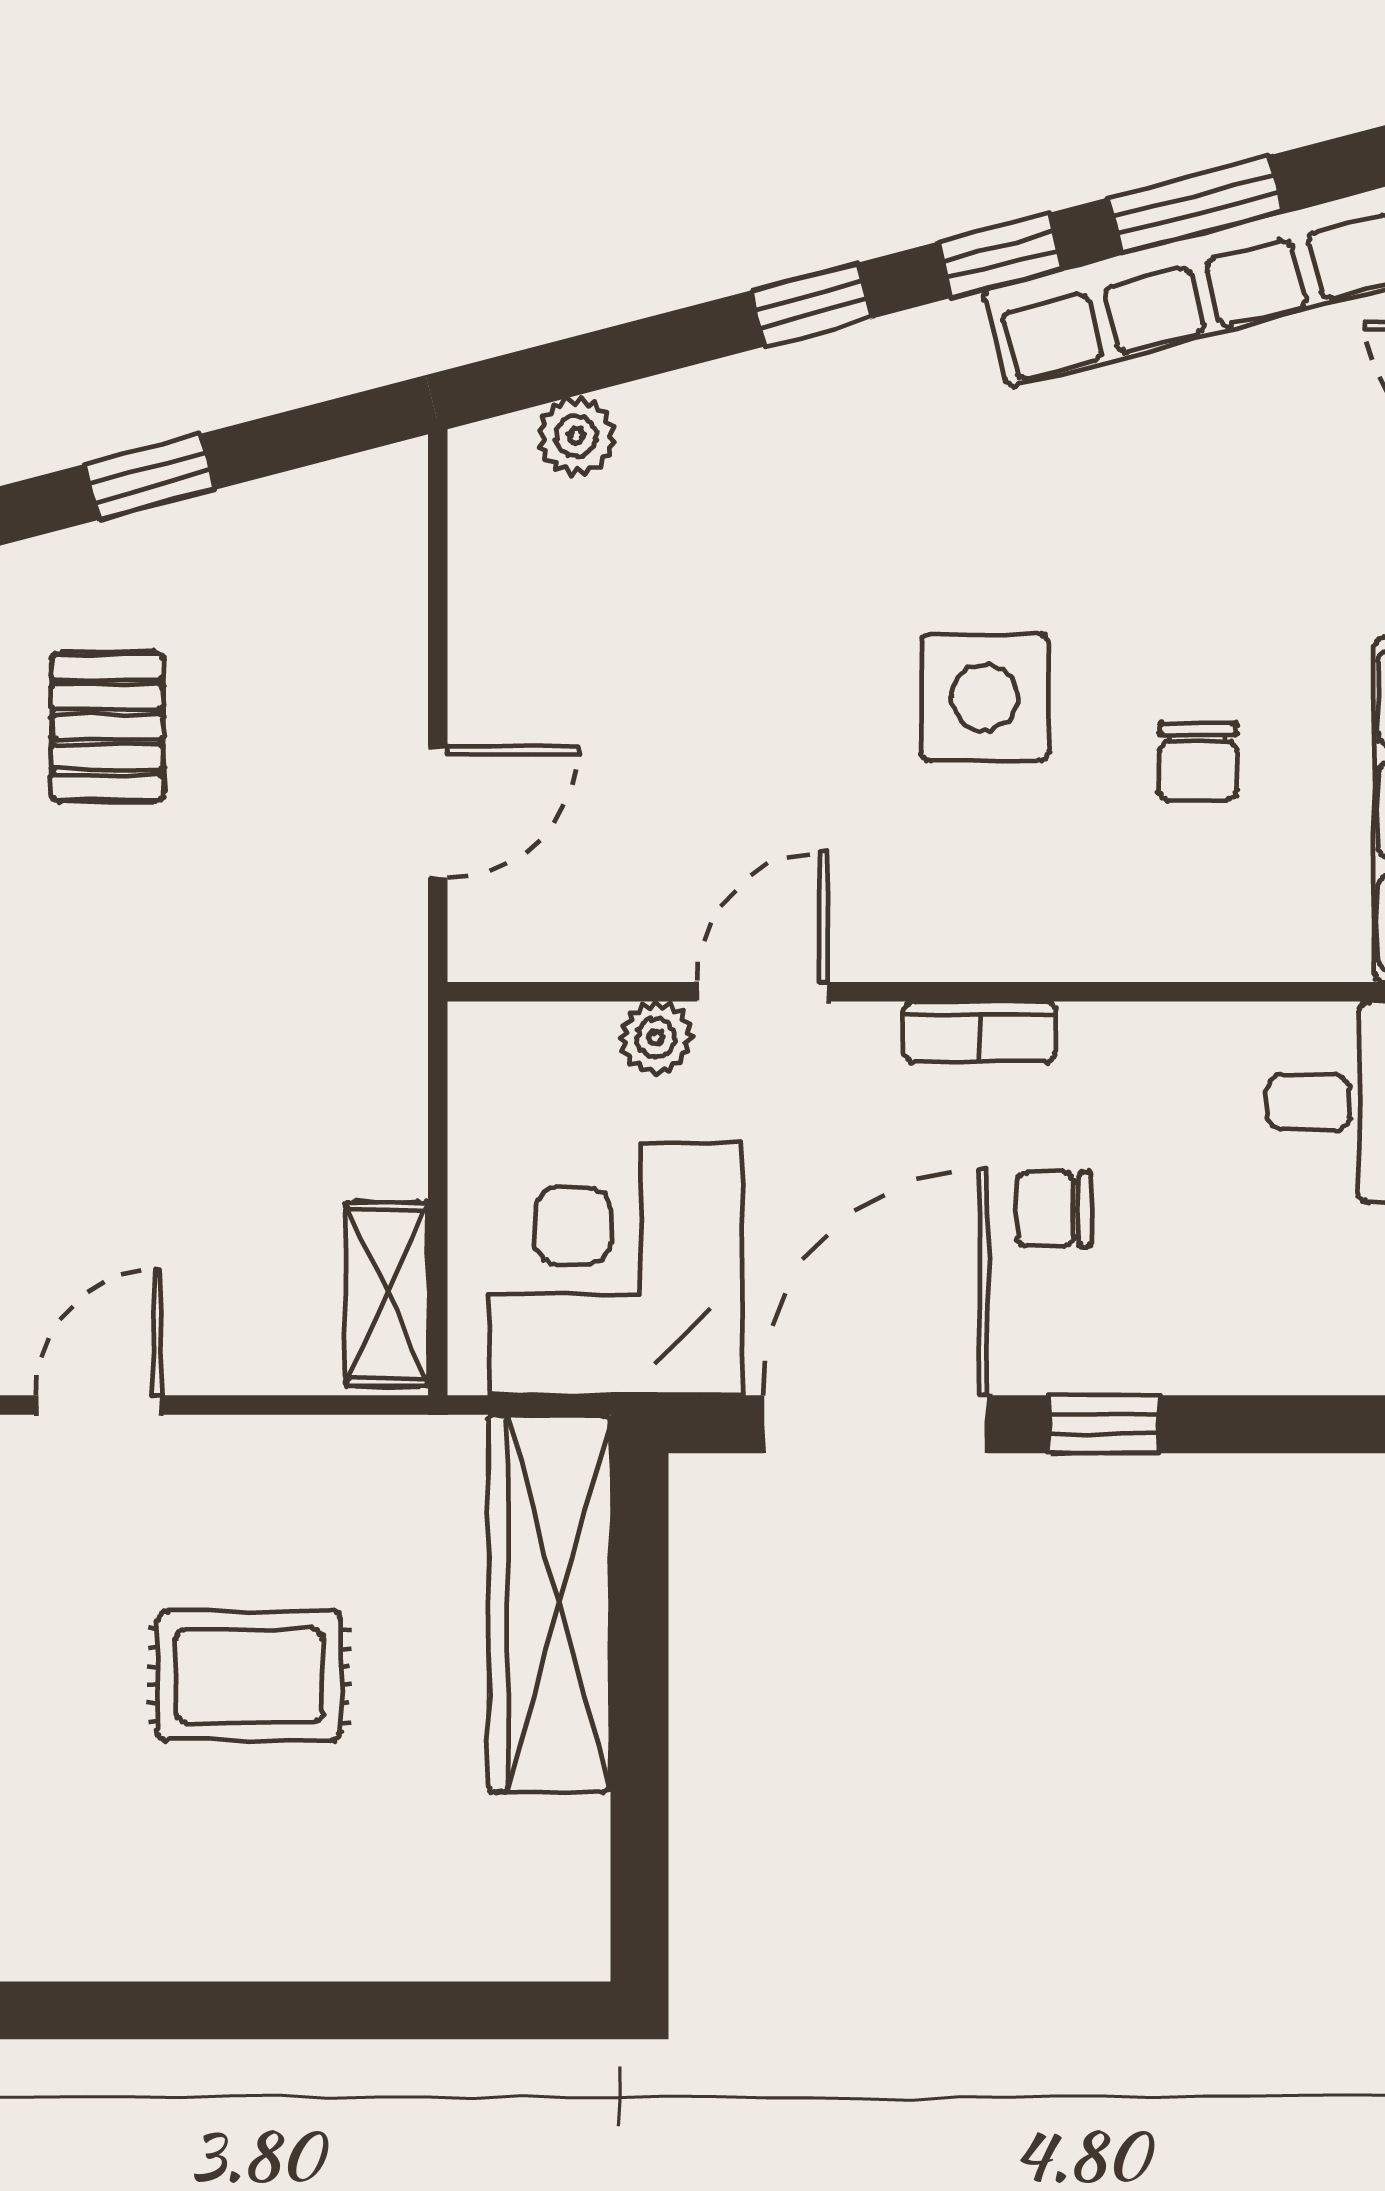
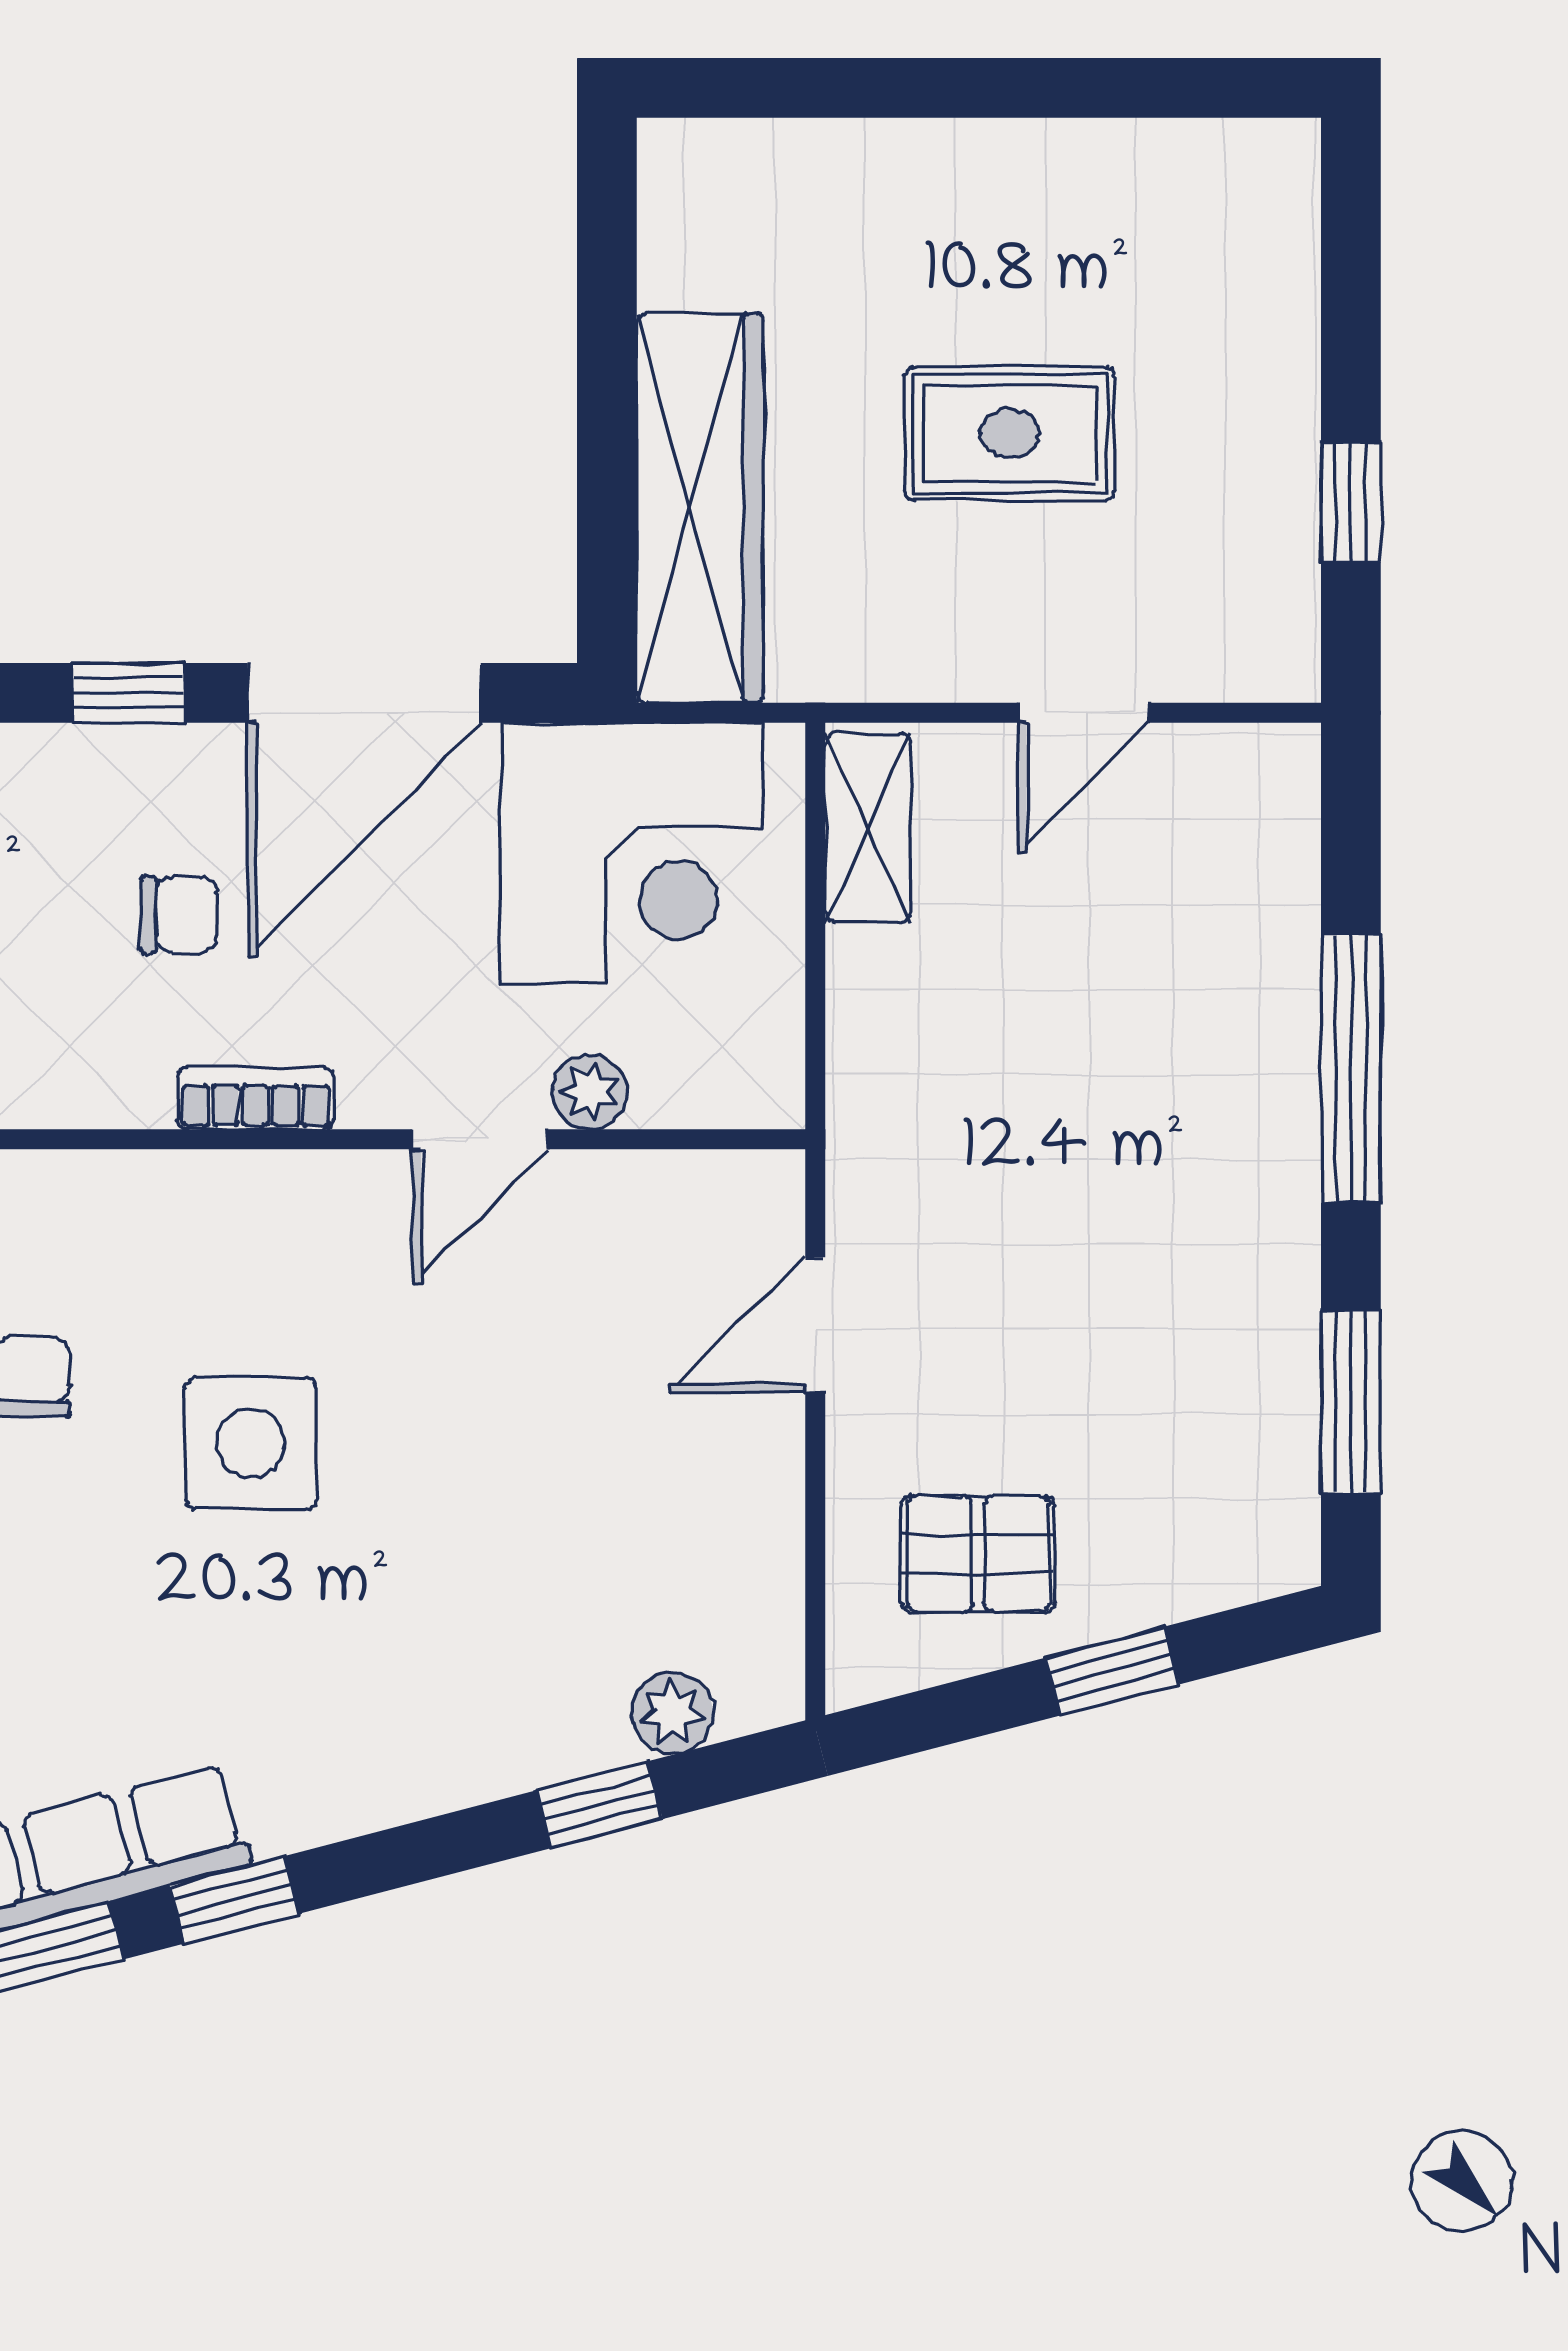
window: (812, 304) -> (599, 1805), moved
pallet: (107, 727) -> (978, 1554), moved, turned 90
door: (99, 1405) -> (1083, 713), moved

